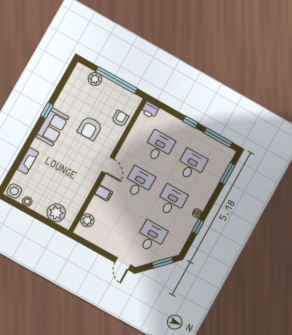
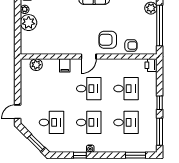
armchair: (90, 128) -> (108, 40), moved
plant: (56, 213) -> (29, 23), moved

